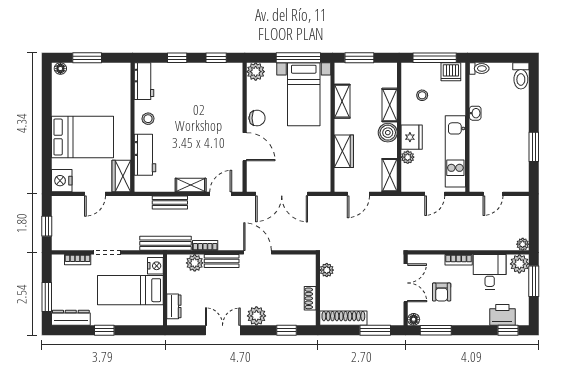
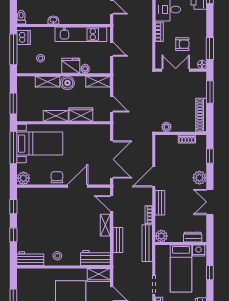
shelving: (342, 101) -> (56, 116), moved
workbench: (145, 155) -> (95, 258), moved
plant: (195, 263) -> (161, 236), moved
nightstand: (155, 266) -> (199, 250), moved
window: (104, 330) -> (210, 273), moved

